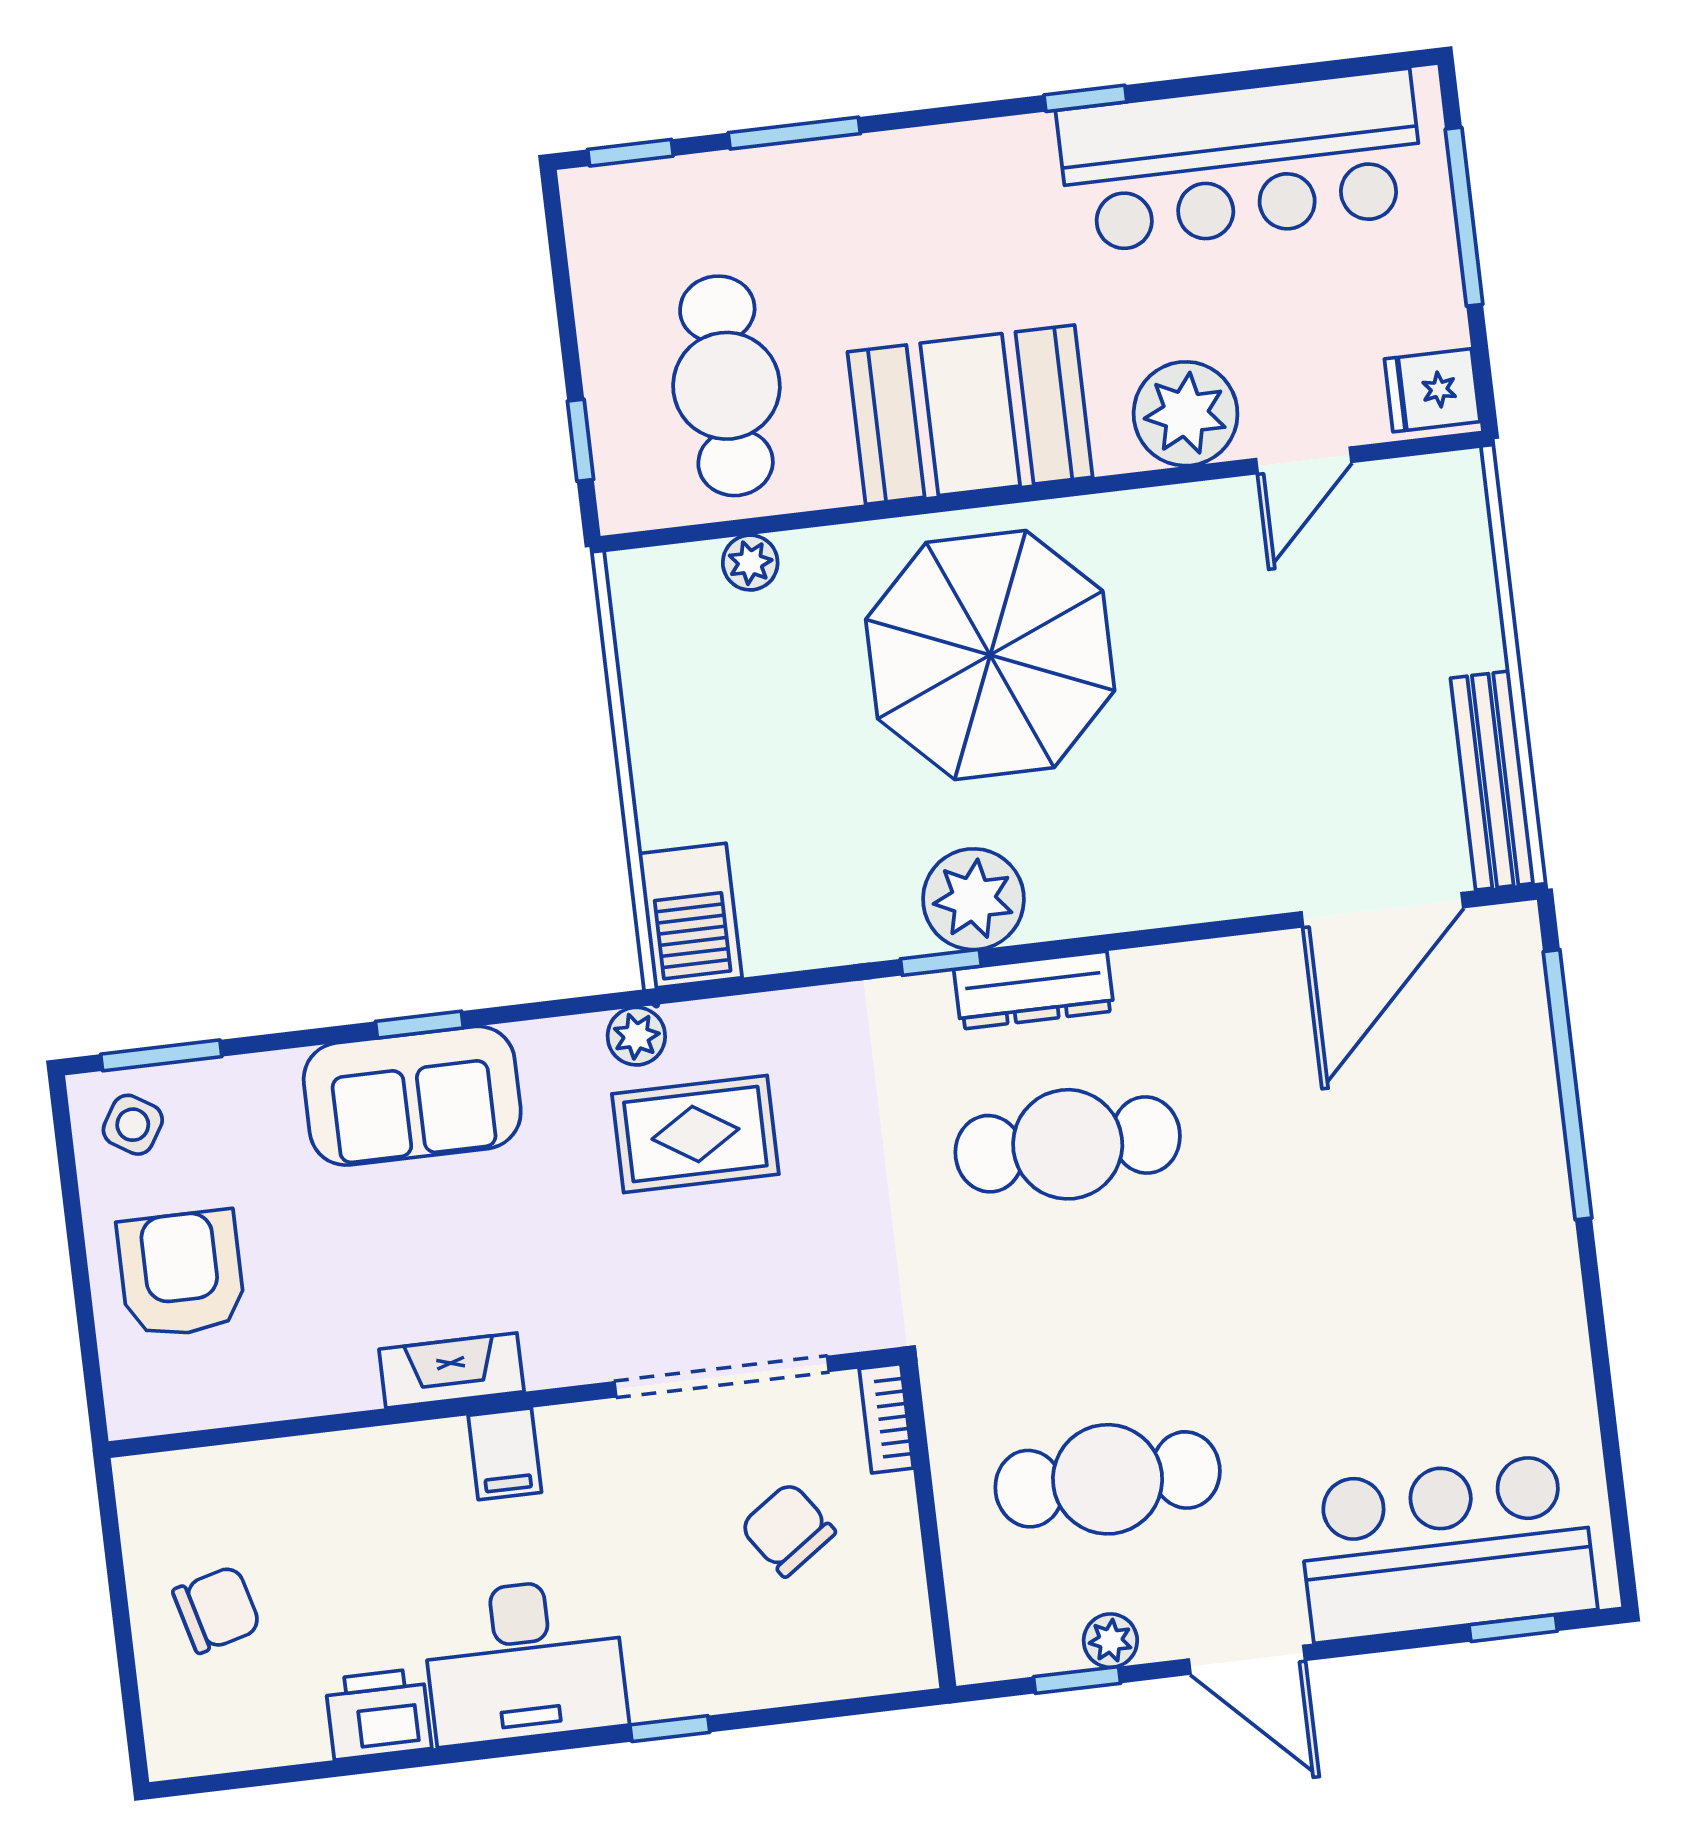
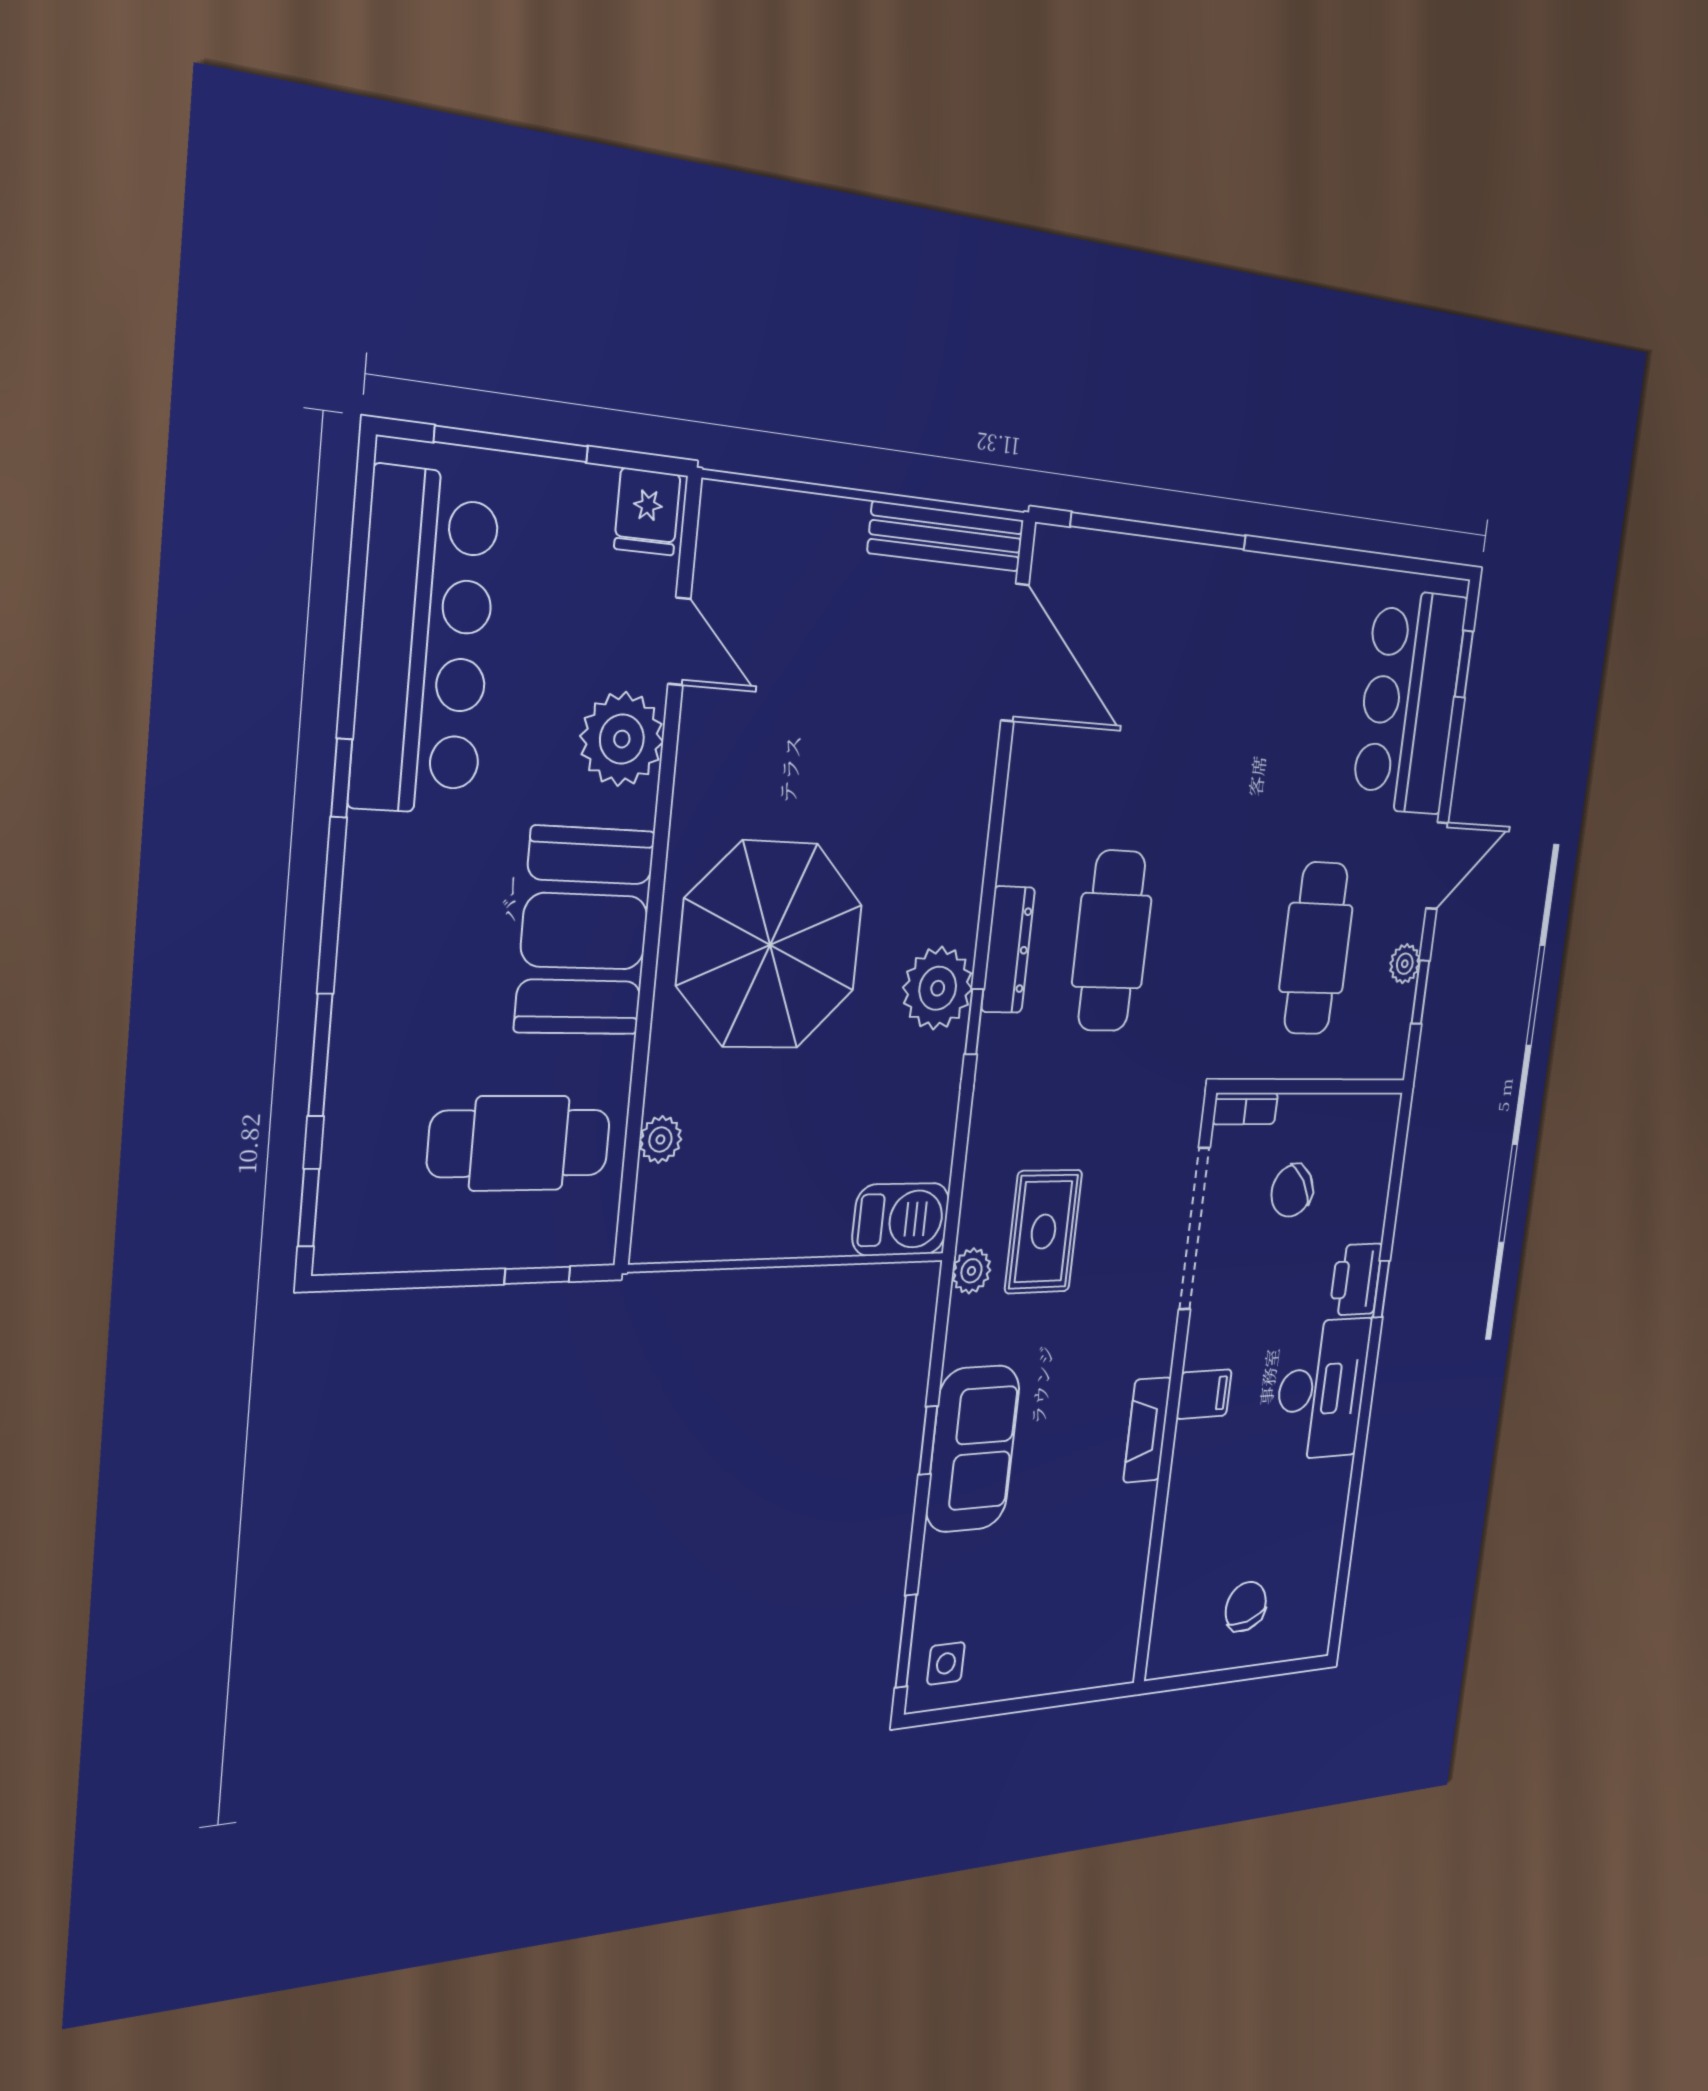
side table: (133, 1125) -> (946, 1663), turned -32
armchair: (181, 1274) -> (1046, 1628), removed
printer: (378, 1714) -> (1356, 1279), moved

